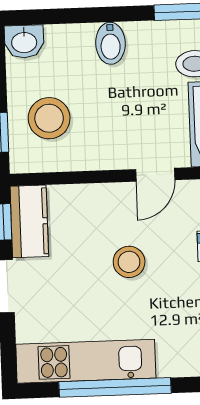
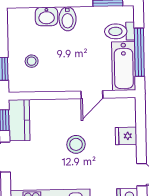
washbasin: (24, 42) -> (47, 16), moved
stool: (49, 118) -> (32, 61), width x0.53, depth x0.53

